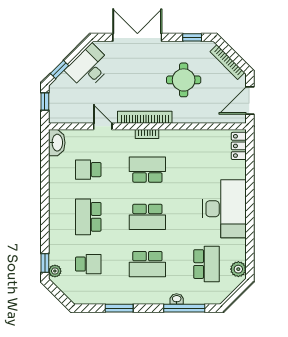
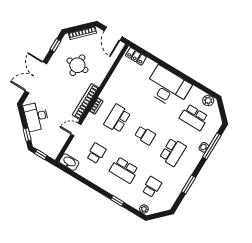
school desk: (88, 170) -> (96, 153), turned 180
school desk: (147, 217) -> (145, 135), width x0.54
window: (45, 263) -> (117, 201), moved
school desk: (206, 264) -> (194, 117), turned 180

